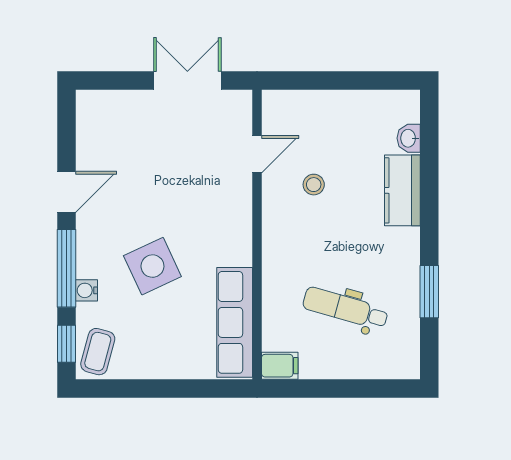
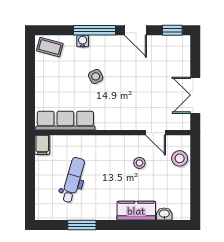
double door: (187, 80) -> (195, 95), swing flipped
stool: (305, 110) -> (180, 158), added
side table: (152, 266) -> (96, 76), width x0.54, depth x0.54
window: (66, 344) -> (172, 30), moved

